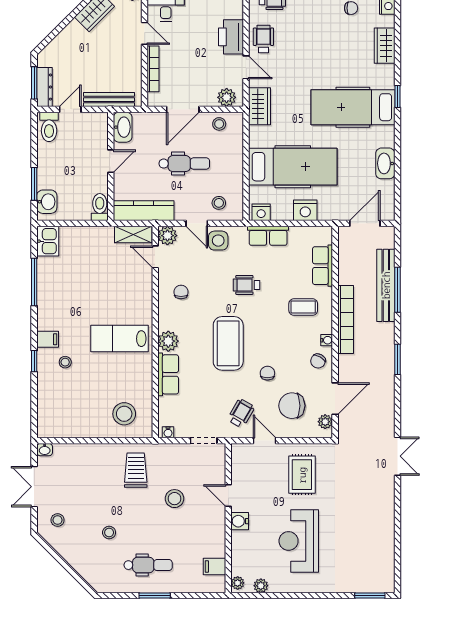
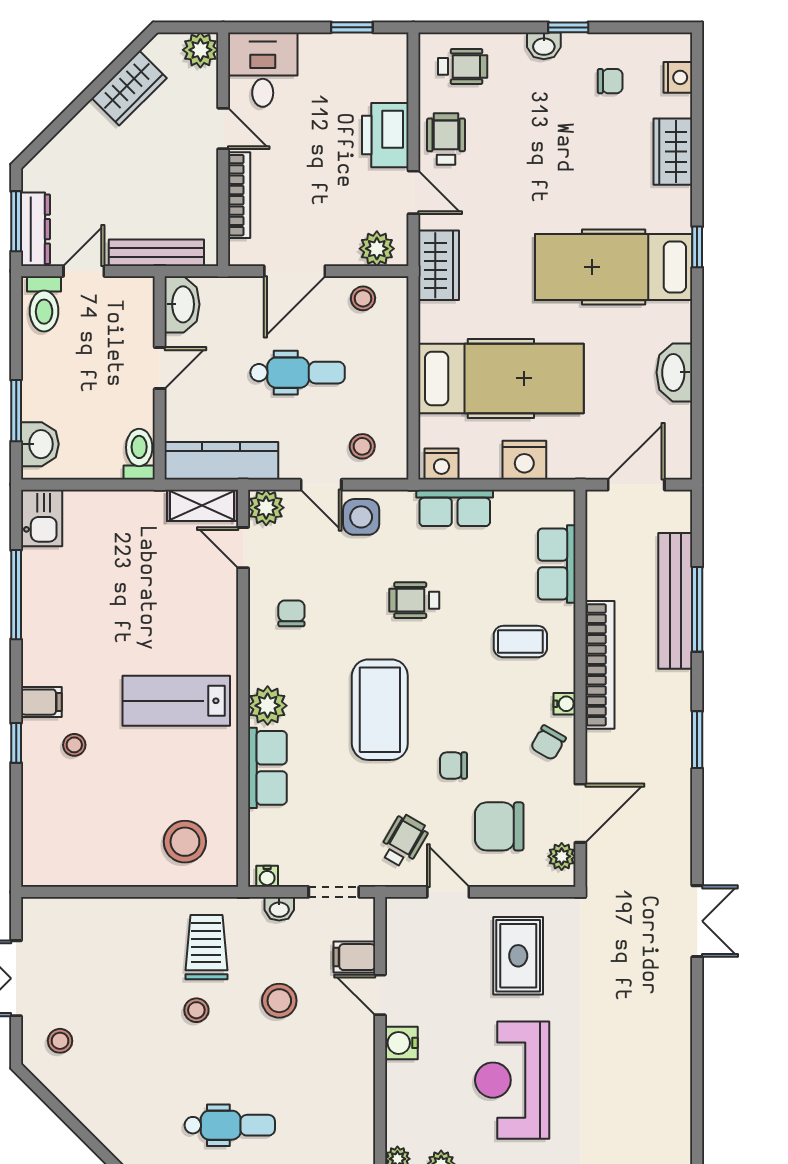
chair: (267, 373) -> (454, 765), turned -90
washbasin: (45, 450) -> (279, 909), moved
stool: (109, 533) -> (196, 1010), moved
filing cabinet: (215, 566) -> (354, 957), moved

